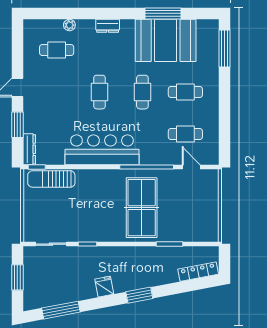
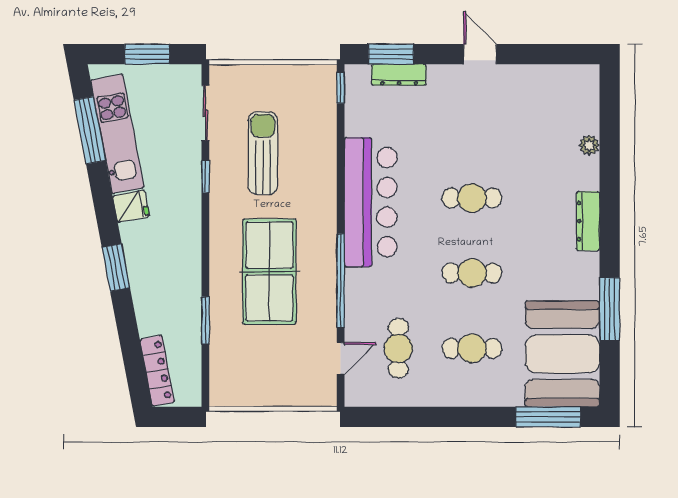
dresser: (108, 26) -> (588, 221), width x1.44
booth: (166, 40) -> (562, 354), moved
cafe table: (57, 50) -> (546, 123), removed
cafe table: (185, 92) -> (472, 348), turned 90
window: (17, 125) -> (391, 54), moved
dresser: (29, 149) -> (399, 75), moved
sun lounger: (51, 179) -> (263, 153), moved
table tennis table: (142, 208) -> (269, 272), turned 90
kitchen unit: (63, 294) -> (117, 134), added

